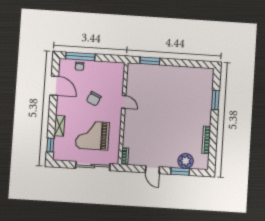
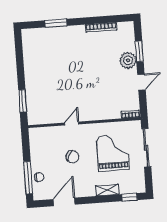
grand piano: (92, 135) -> (113, 153), turned 180
plant: (186, 161) -> (128, 60), moved

